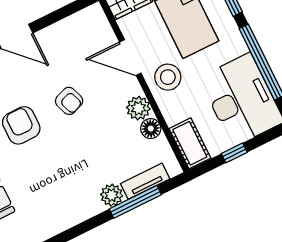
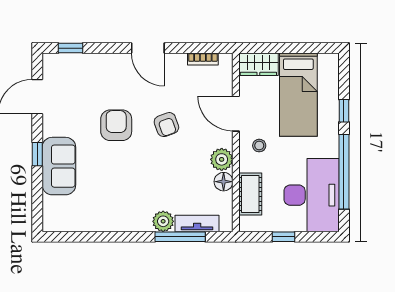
bookcase: (73, 21) -> (203, 59), added
stool: (168, 77) -> (259, 146), width x0.53, depth x0.53
cot: (190, 143) -> (250, 194), moved

